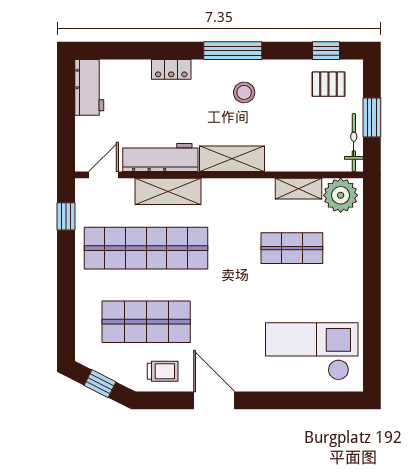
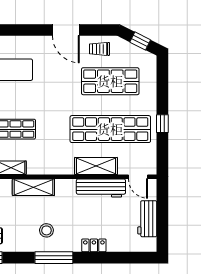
workbench: (89, 87) -> (147, 219), moved
shelving: (232, 159) -> (33, 187), moved
door: (104, 175) -> (138, 177), hinge flipped
window: (66, 216) -> (162, 124), moved

